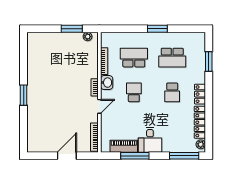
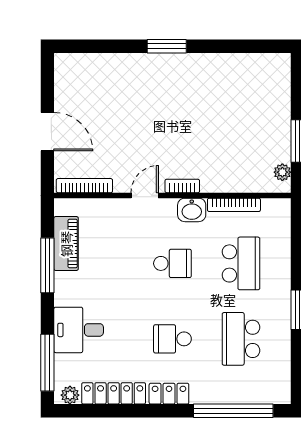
window: (209, 61) -> (233, 411), width x2.11
door: (99, 106) -> (145, 195), swing flipped
desk: (150, 140) -> (79, 330), moved

